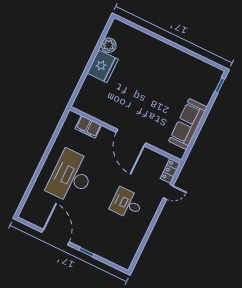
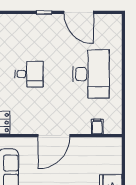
filing cabinet: (88, 127) -> (97, 127), width x0.50
door: (131, 138) -> (54, 136), swing flipped

